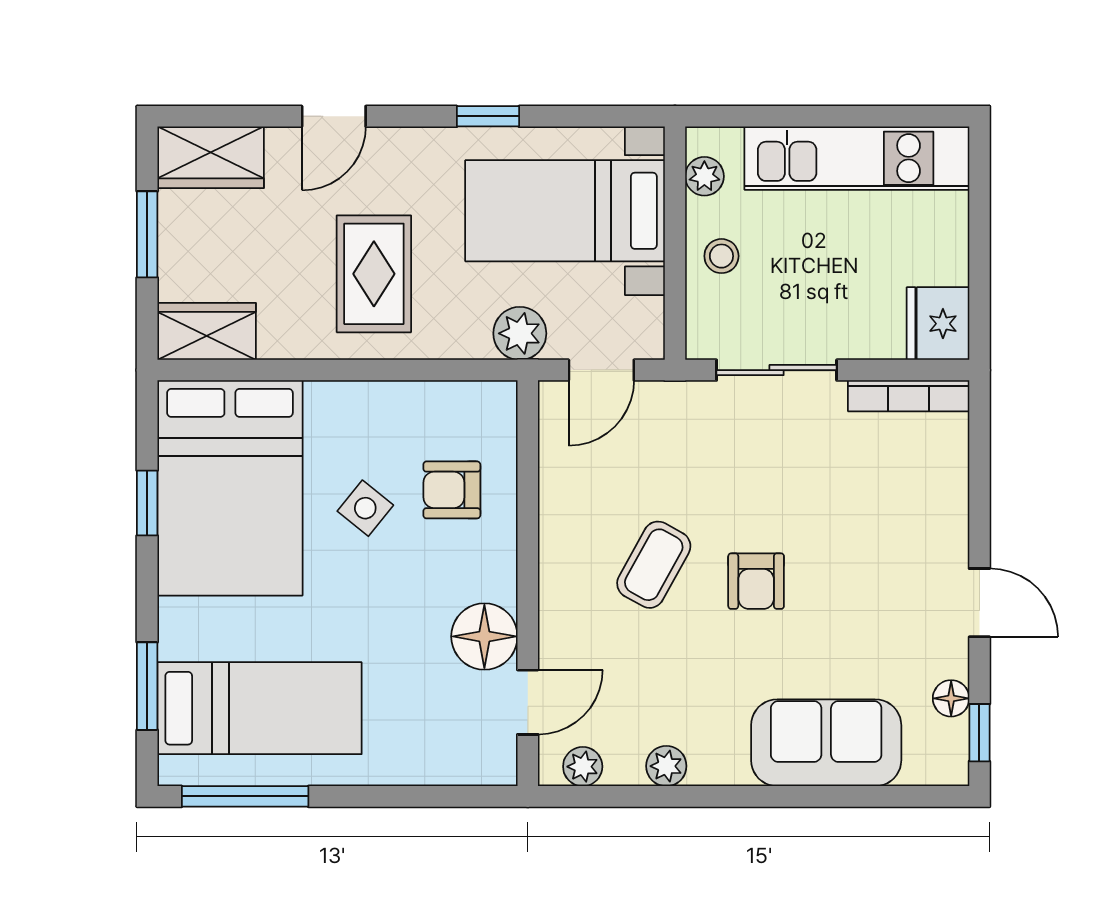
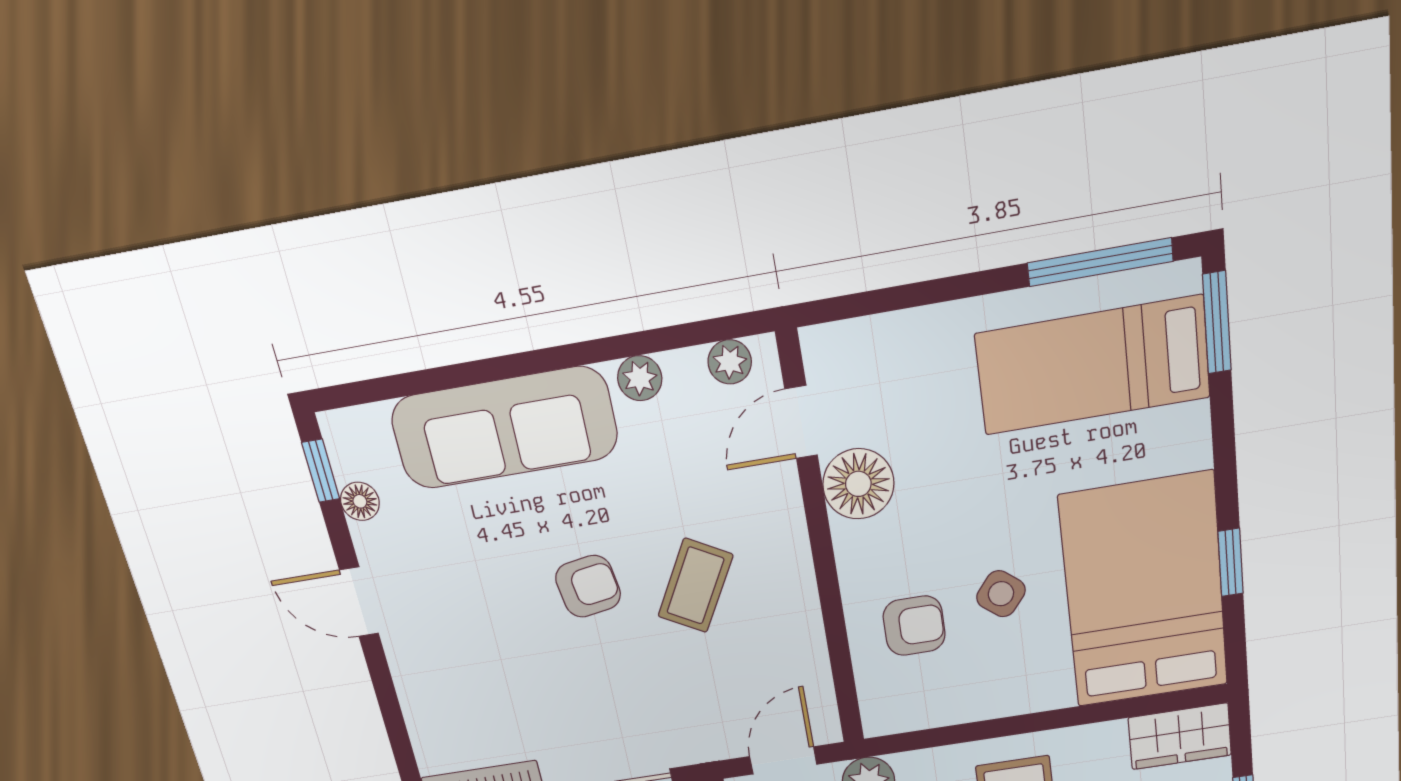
armchair: (756, 581) -> (588, 586), turned 81
window: (147, 686) -> (1217, 323), moved
sofa: (826, 743) -> (505, 428), width x1.36

